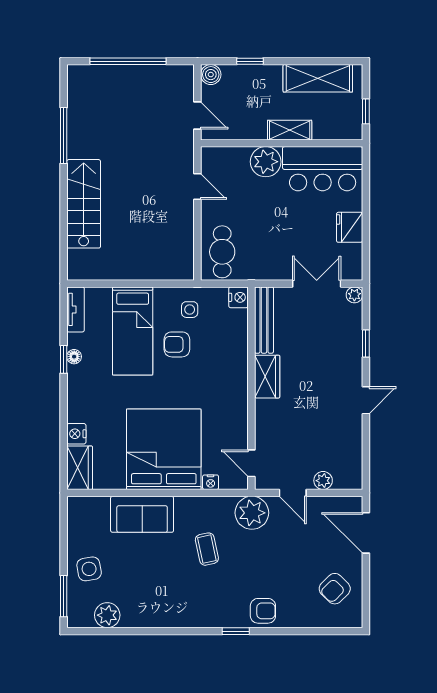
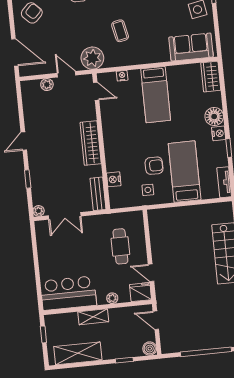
plant: (266, 162) -> (112, 298), width x0.53, depth x0.53
fridge: (350, 227) -> (141, 292), moved, turned -90
cafe table: (222, 252) -> (120, 246), moved
nightstand: (238, 297) -> (114, 179), moved
bench: (264, 320) -> (98, 194), width x0.73
floor lamp: (74, 357) -> (214, 116), moved, width x1.89, depth x1.89
wardrobe: (267, 377) -> (91, 143), width x1.50
nightstand: (76, 434) -> (219, 133), moved
bed: (164, 449) -> (156, 95), width x0.49
sofa: (142, 514) -> (191, 47), moved

